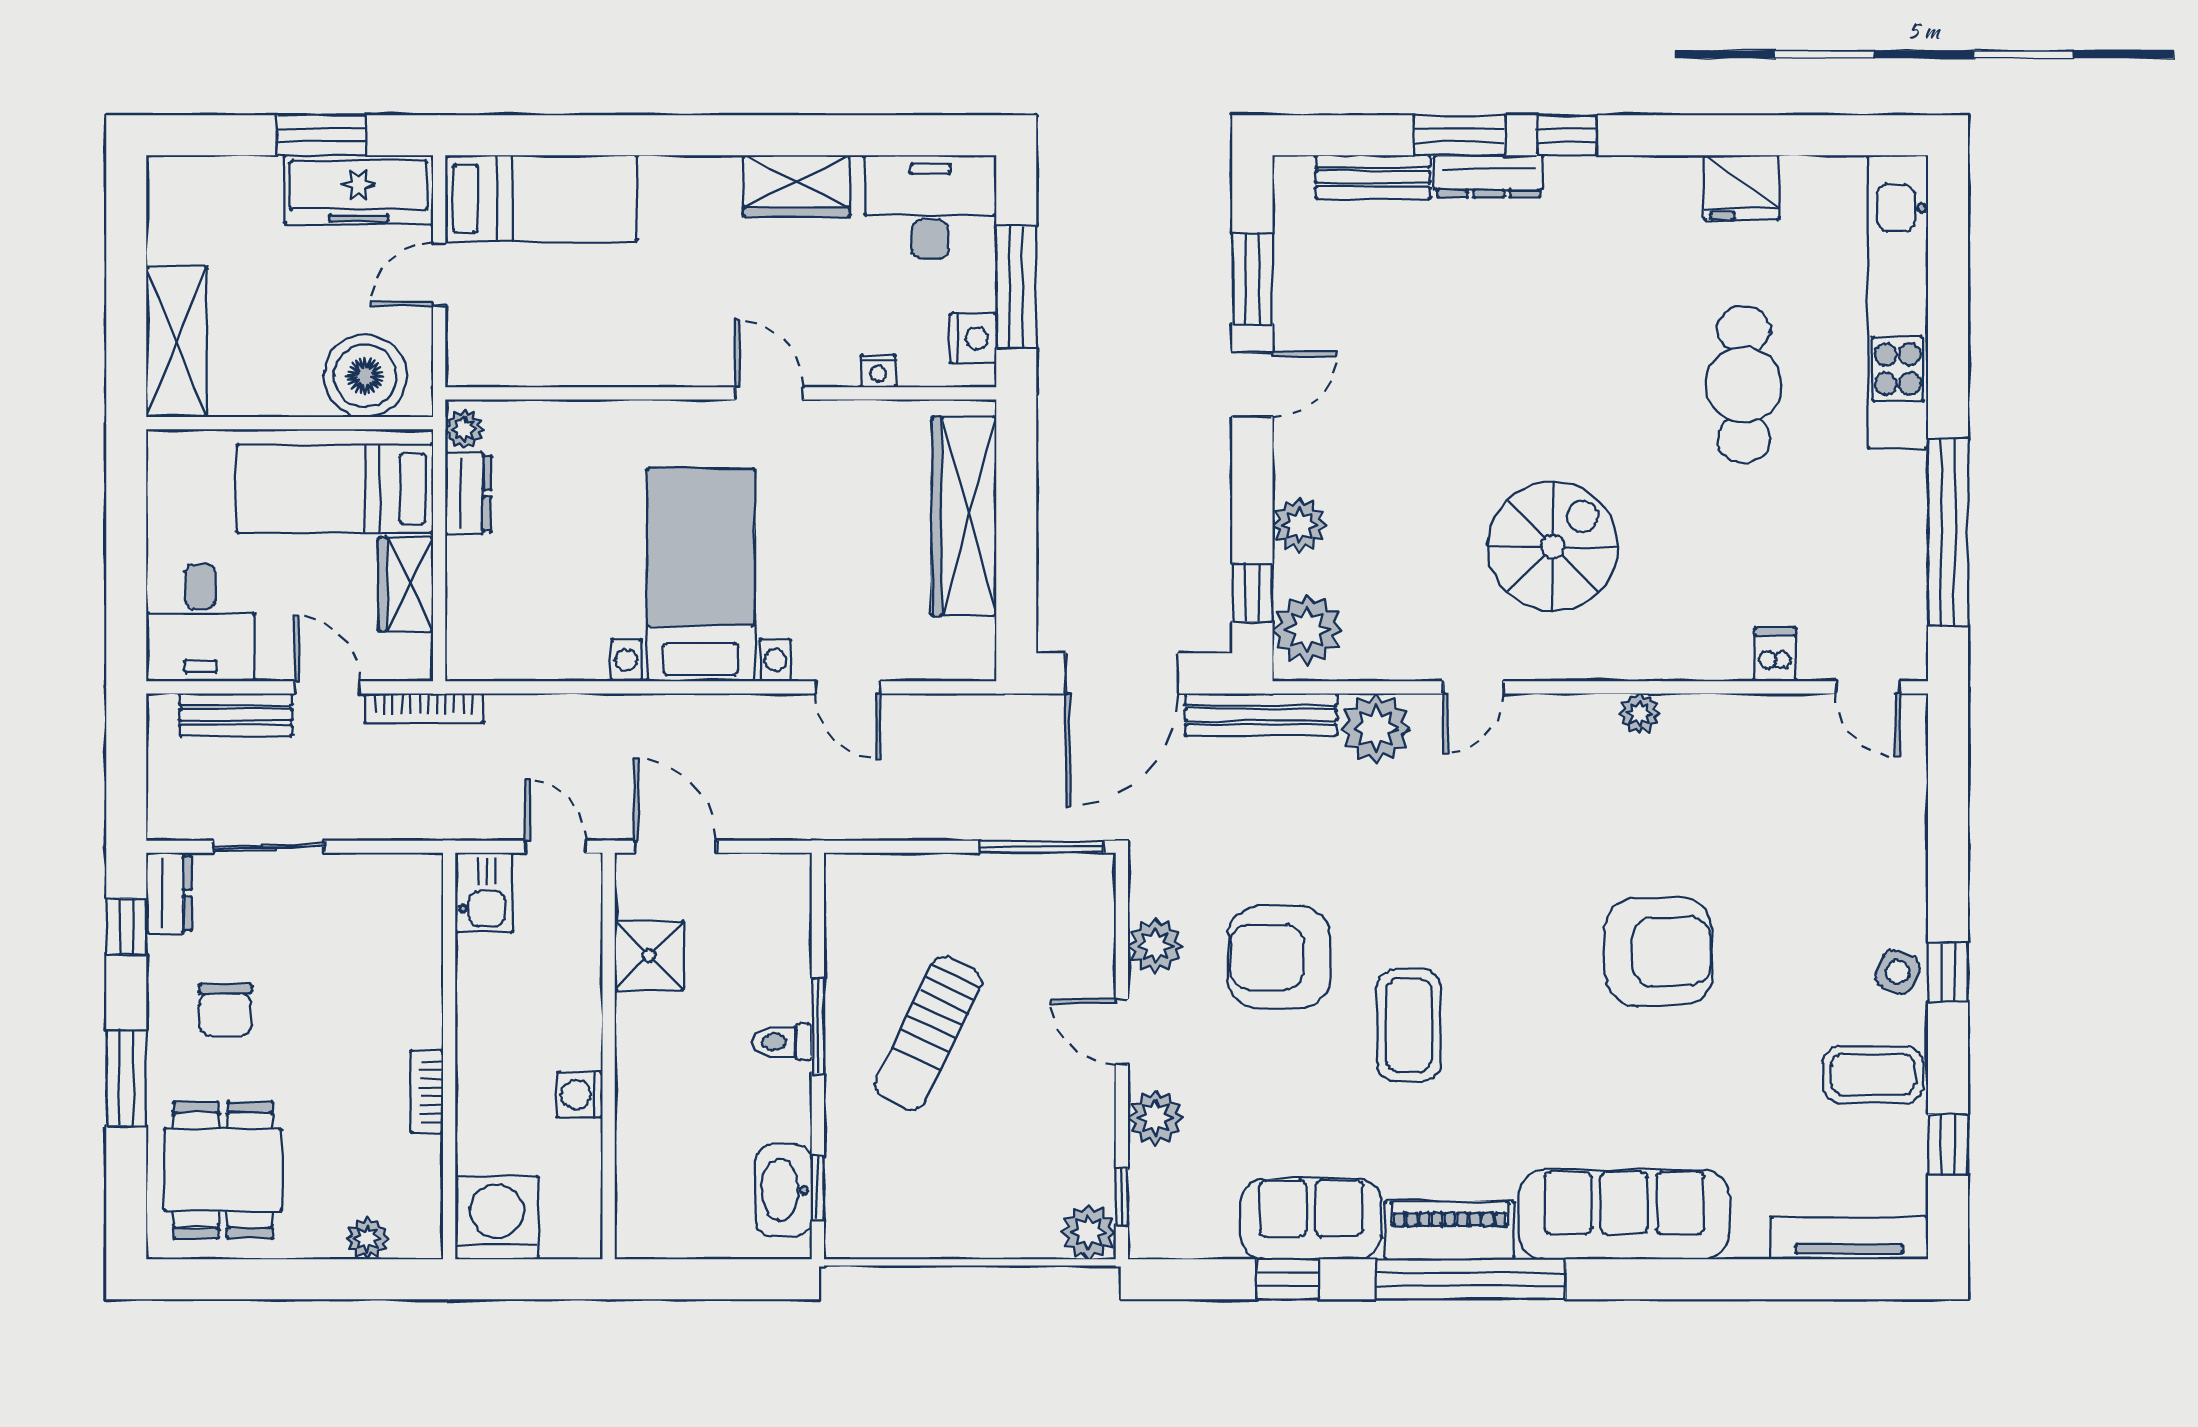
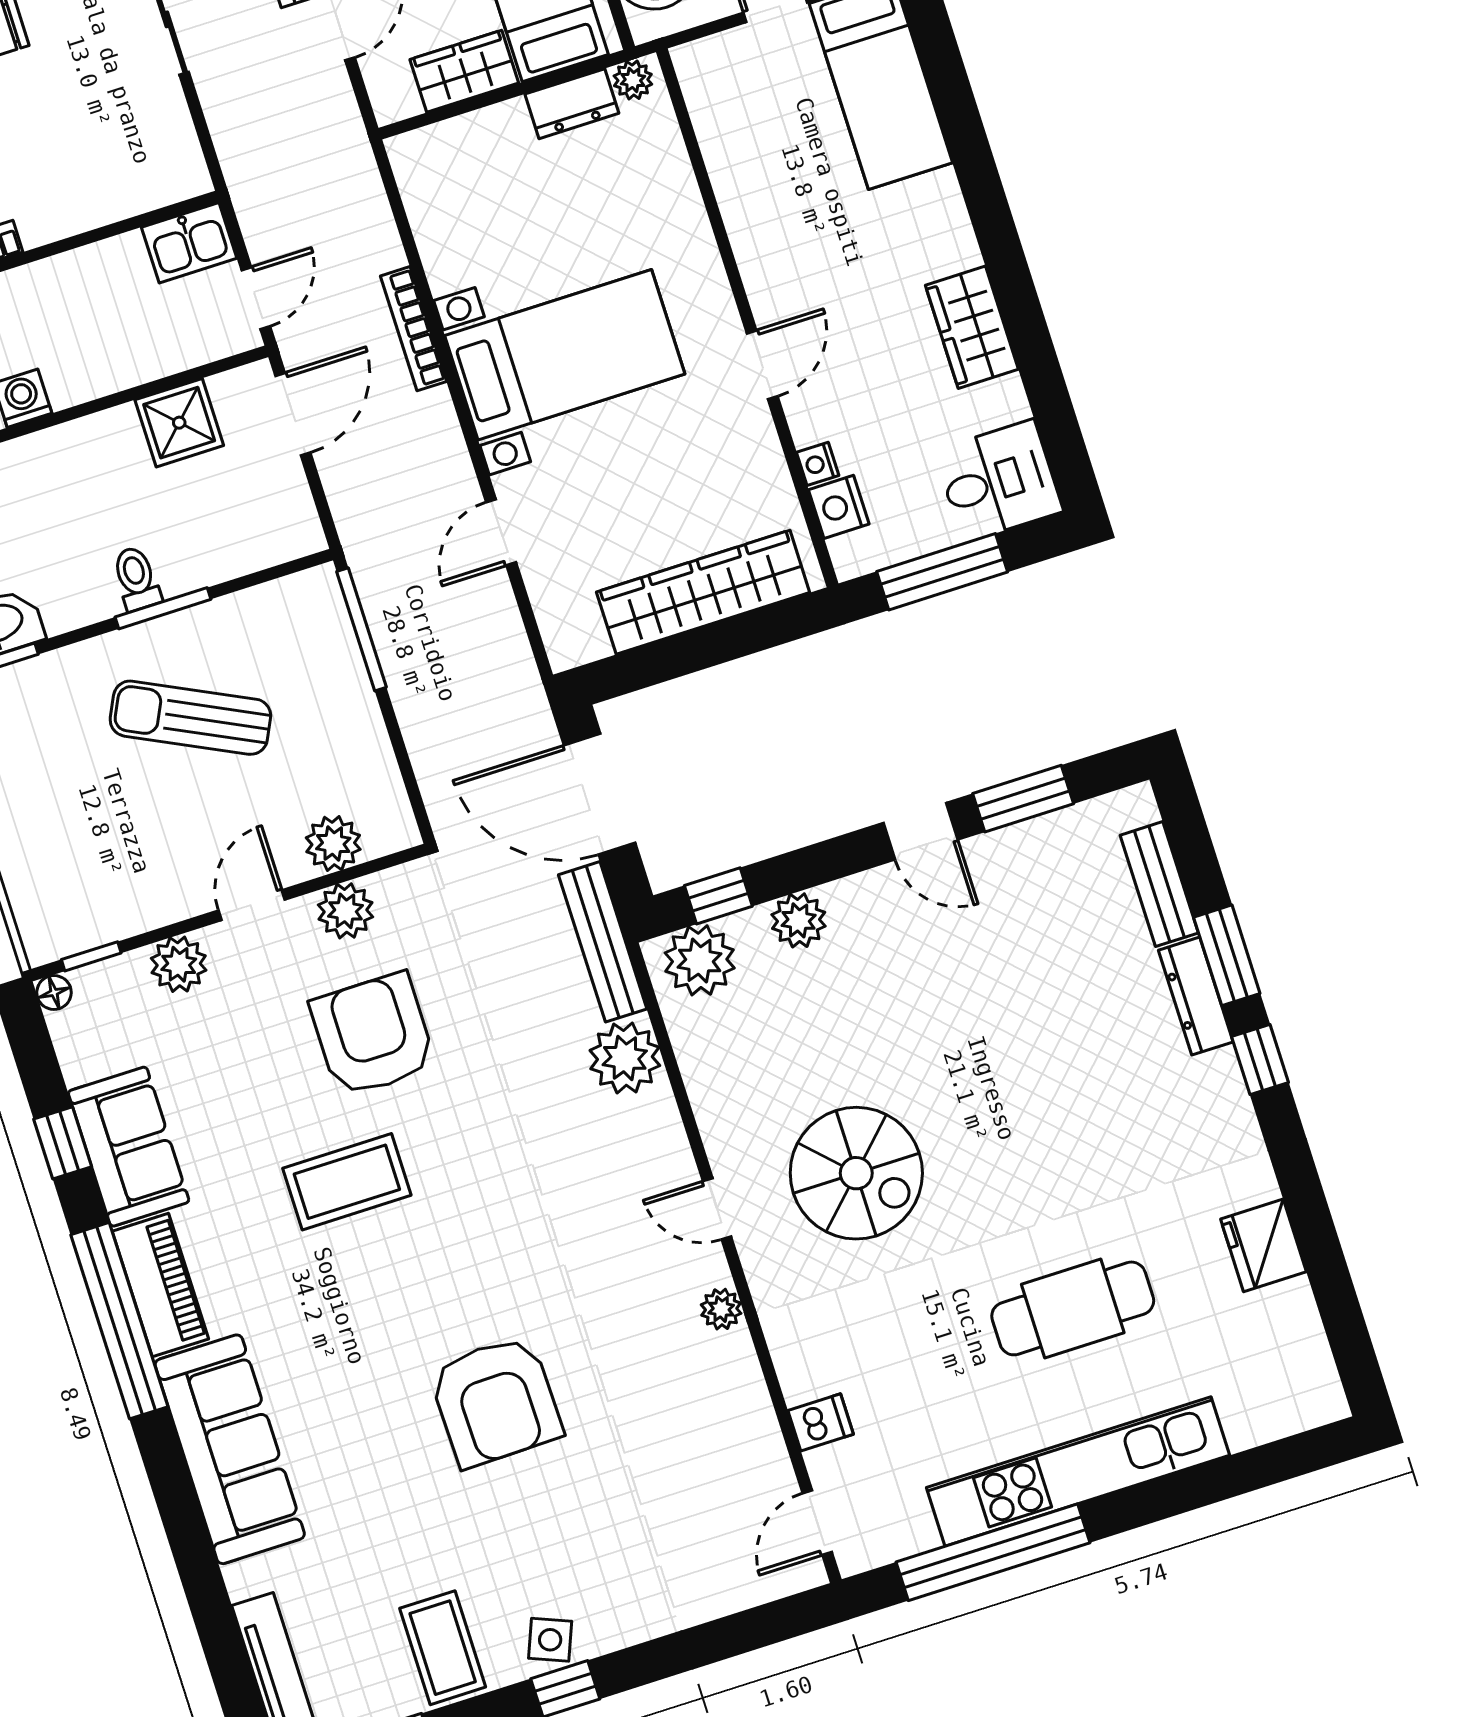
desk: (930, 207) -> (999, 481), width x0.73
kitchen unit: (1898, 302) -> (1078, 1471), moved
nightstand: (973, 338) -> (839, 507), moved, turned 90
door: (1473, 687) -> (717, 1209), moved
bookcase: (424, 708) -> (414, 329), moved
window: (1042, 847) -> (362, 629), moved
plant: (1089, 1232) -> (333, 844), moved
floor lamp: (1145, 1243) -> (54, 993), added

